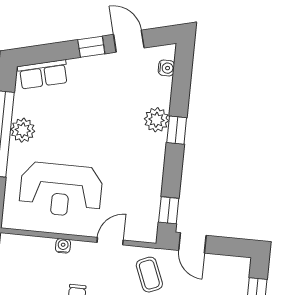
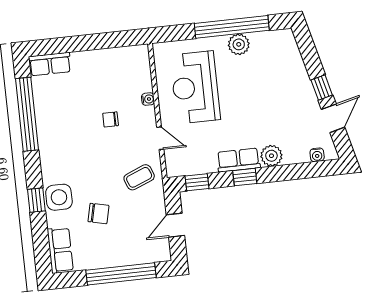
row of seats: (43, 74) -> (238, 160), moved, turned 104
window: (177, 130) -> (245, 177), moved
door: (192, 243) -> (175, 225), moved

